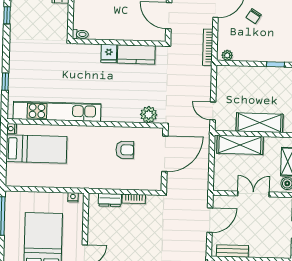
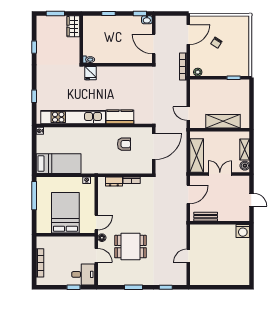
fridge: (109, 53) -> (91, 73), moved
kitchen counter: (136, 54) -> (120, 117), moved, turned 180
plant: (149, 115) -> (141, 118), removed
shelving: (240, 145) -> (197, 156), moved, turned 90
bed: (36, 149) -> (59, 164), moved

